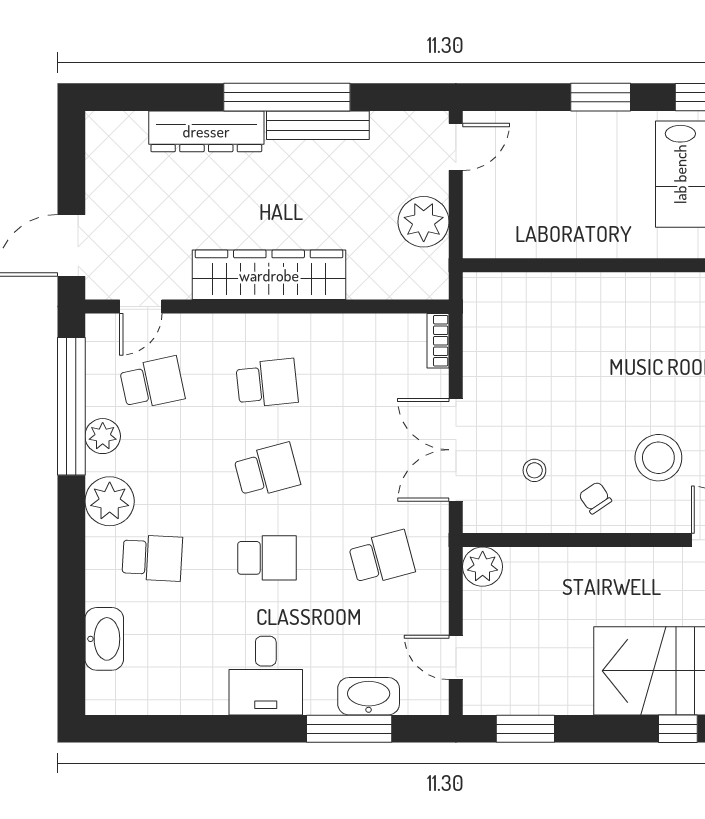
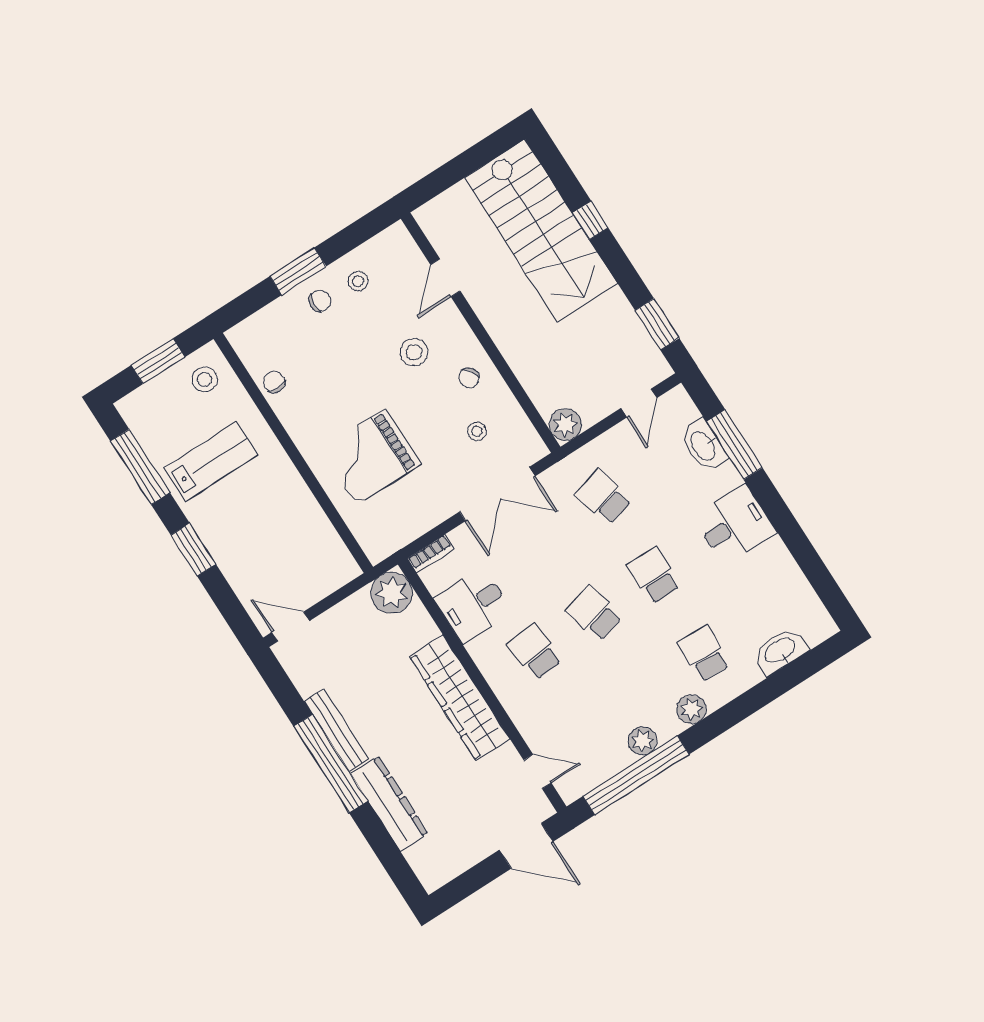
plant: (424, 222) -> (392, 593), moved
grand piano: (578, 343) -> (371, 457), added
desk: (356, 351) -> (473, 605), added
school desk: (152, 383) -> (585, 730), removed
stool: (658, 458) -> (414, 352), width x0.73, depth x0.73
plant: (110, 501) -> (691, 709), width x0.73, depth x0.73

